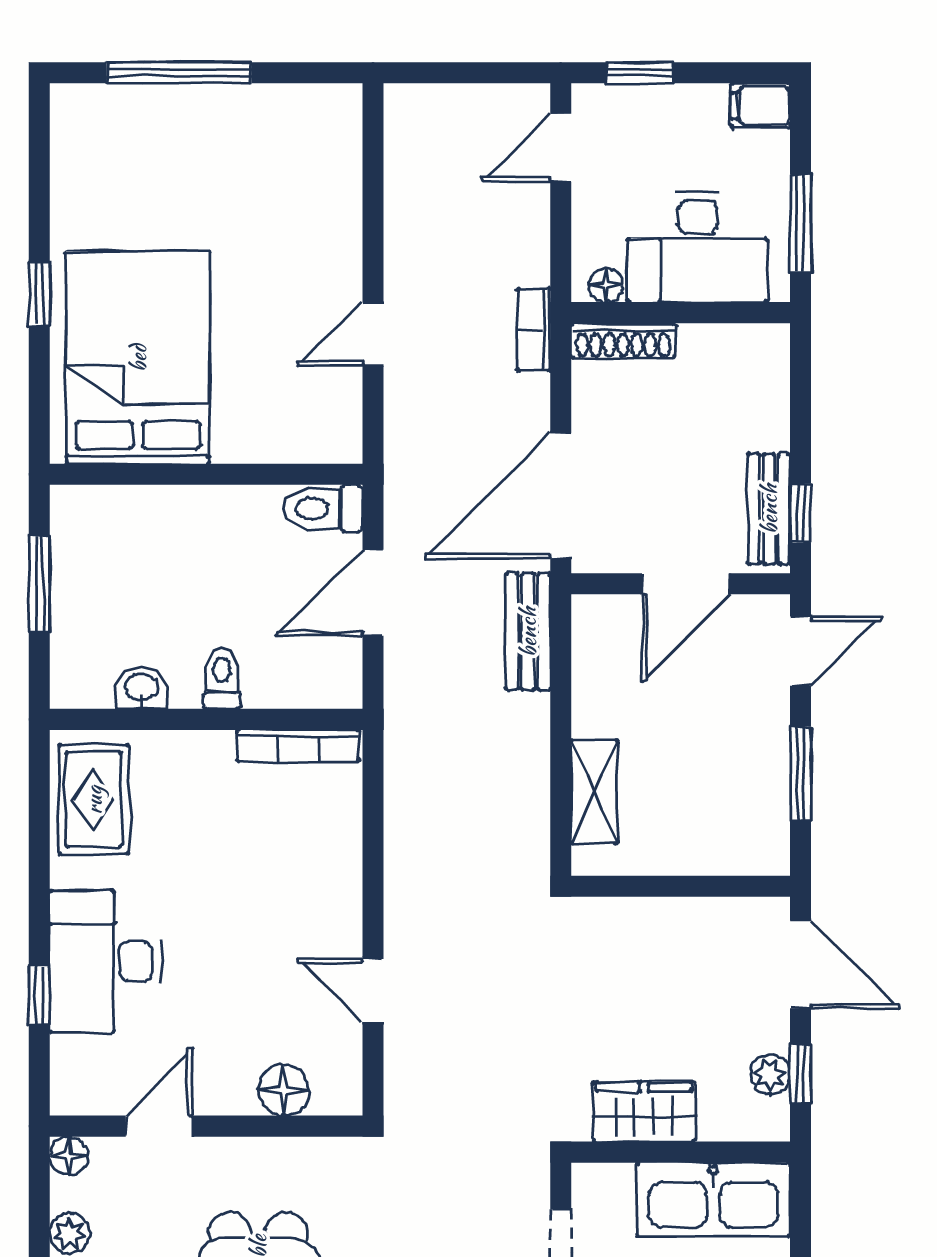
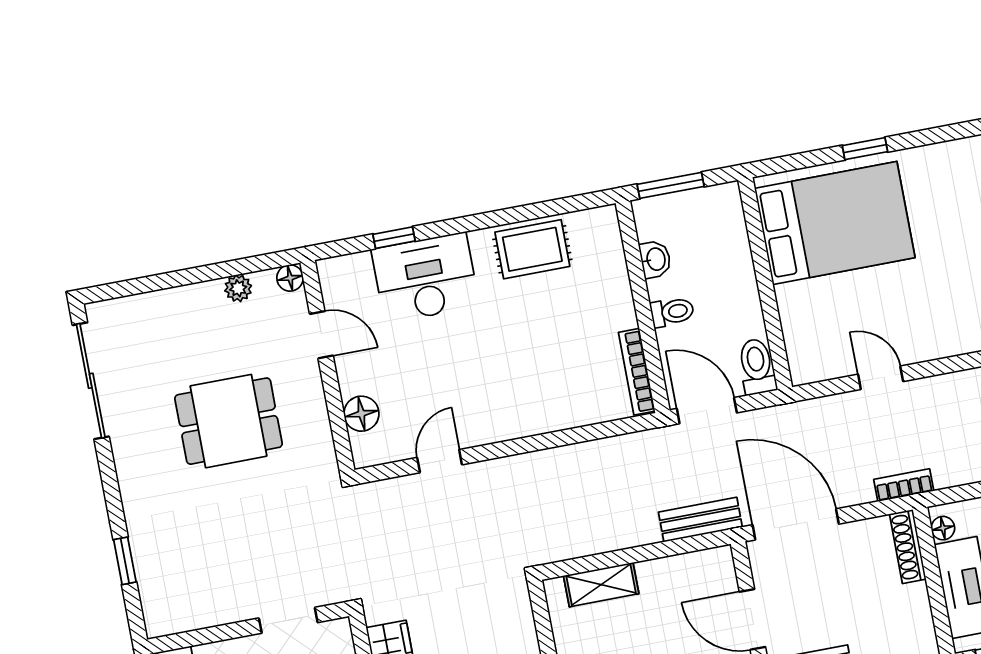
toilet: (222, 678) -> (672, 312), moved
washbasin: (141, 688) -> (655, 259), moved
wall: (206, 719) -> (643, 307), moved
bookcase: (298, 746) -> (637, 372), moved

